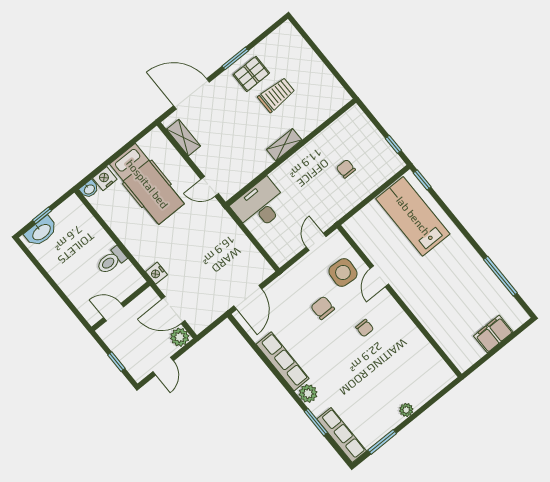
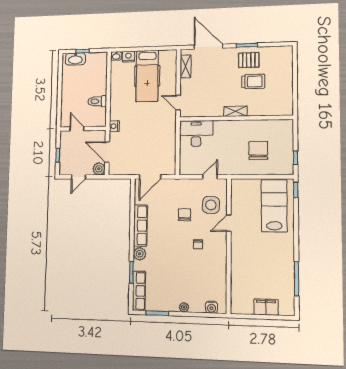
chair: (346, 169) -> (258, 150), width x1.87, depth x1.87
water cooler: (436, 384) -> (211, 307), added

